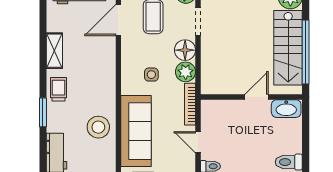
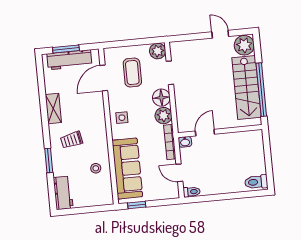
side table: (151, 75) -> (122, 118), moved
trolley: (58, 89) -> (72, 140), moved, turned -102
door: (257, 97) -> (205, 133), moved
washbasin: (286, 109) -> (185, 142), moved, width x0.52, depth x0.69
stool: (98, 127) -> (96, 168), width x0.53, depth x0.53

